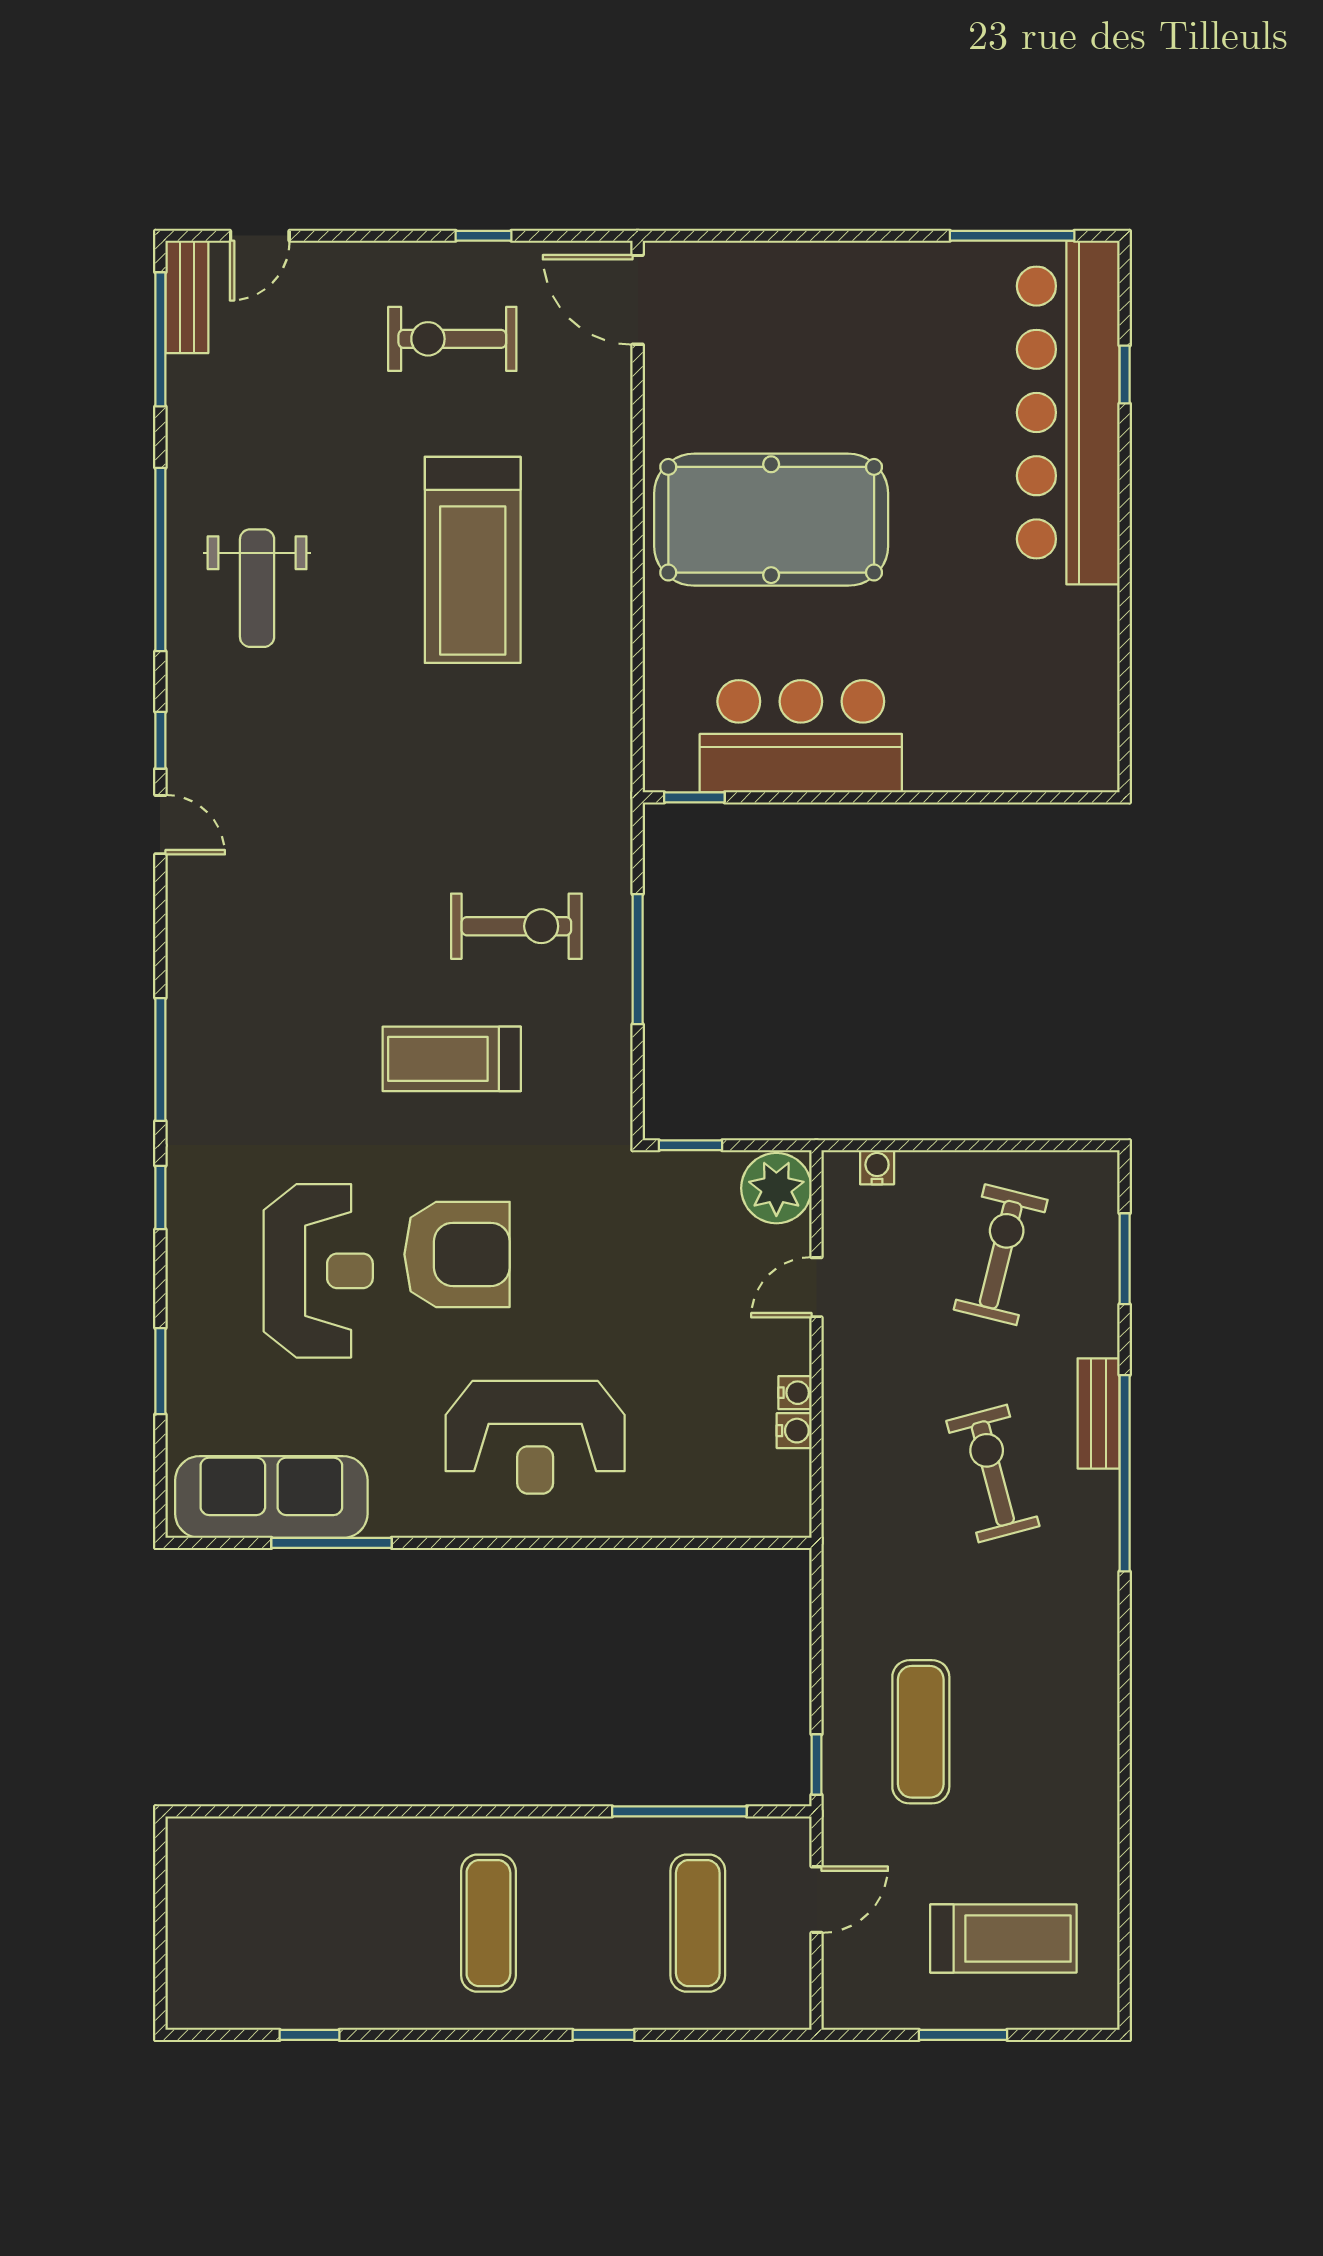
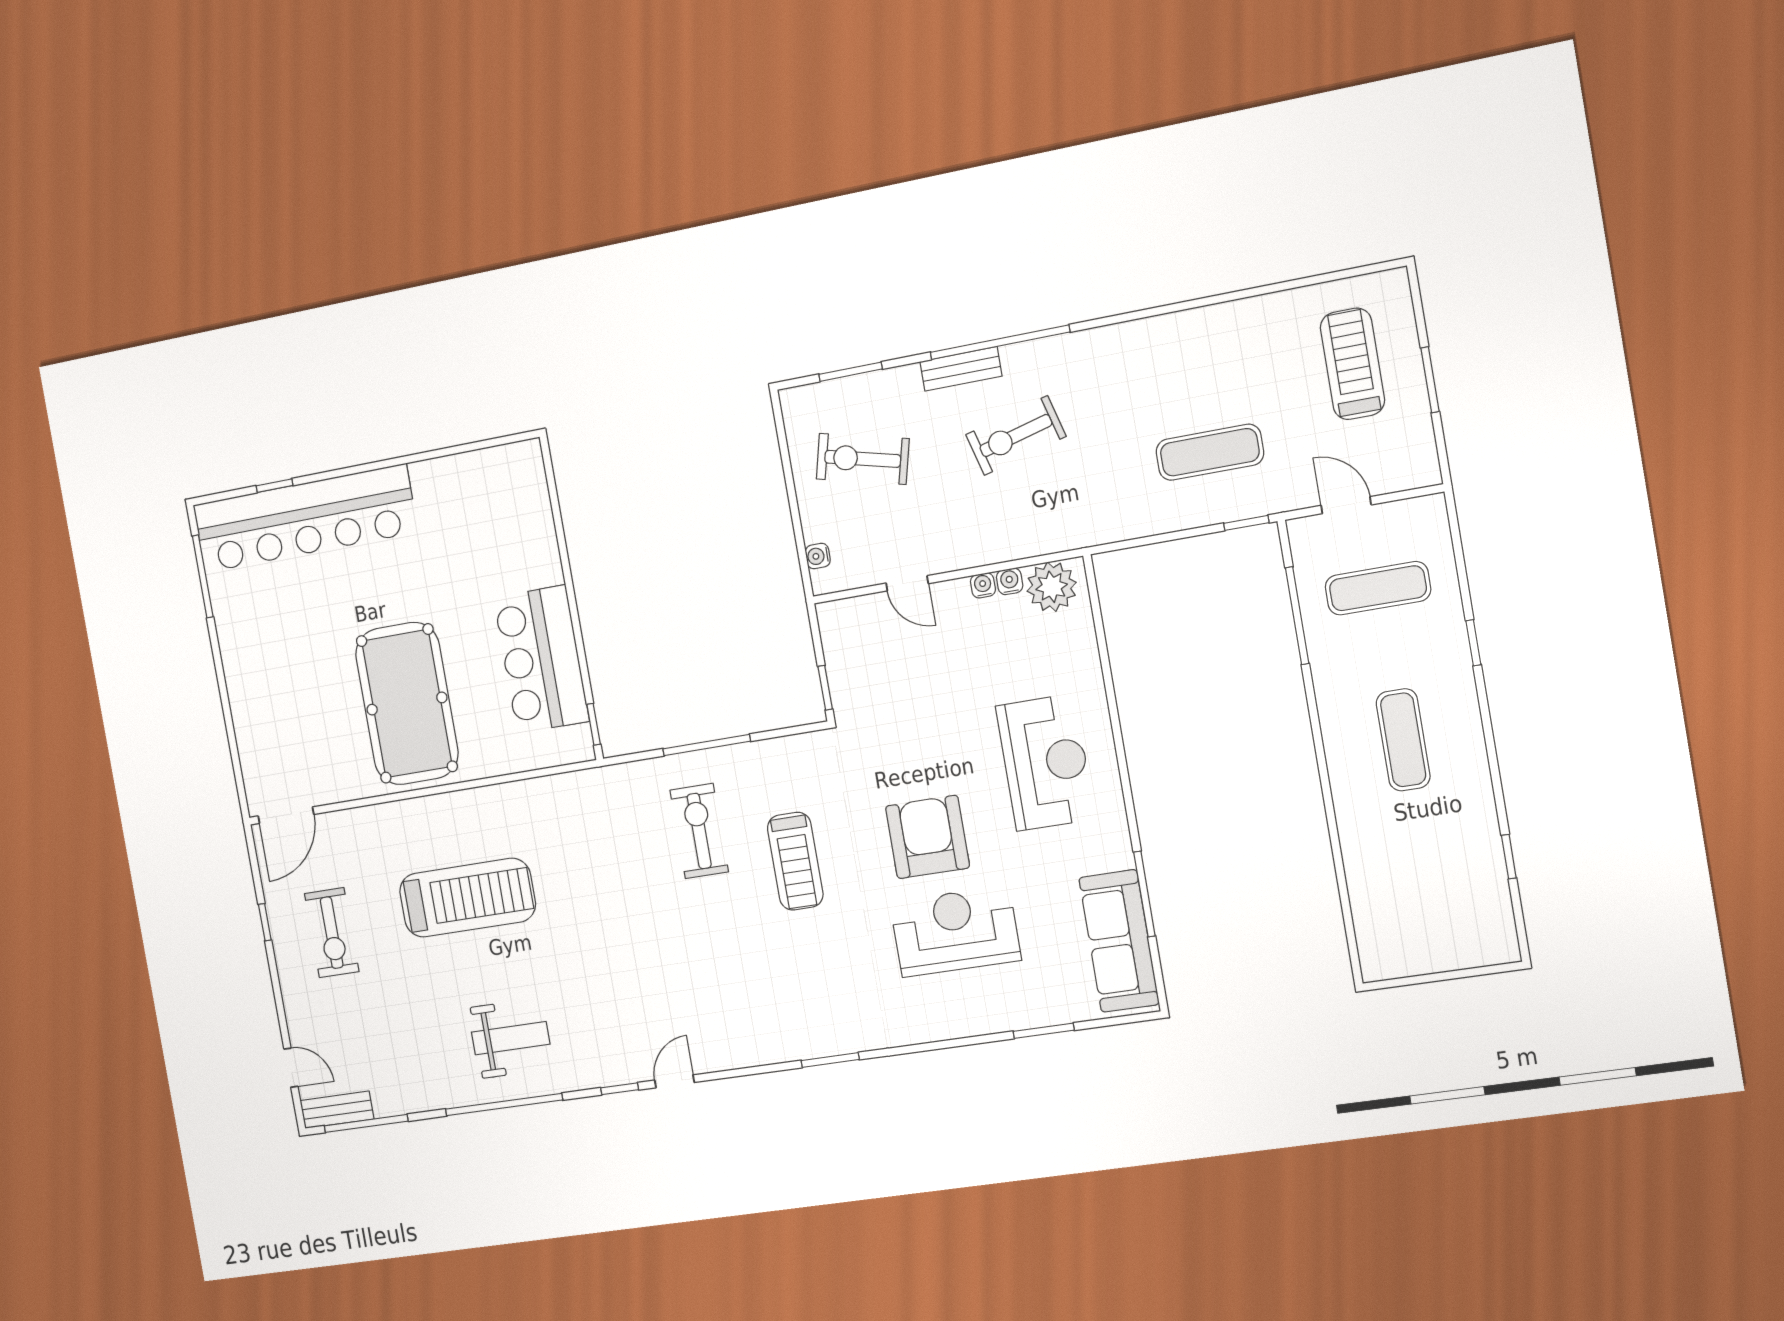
window: (160, 1060) -> (830, 1060), width x0.69
plant: (776, 1188) -> (1052, 587), moved
window: (160, 1197) -> (924, 1047), removed
exercise mat: (488, 1923) -> (1403, 740), turned 90

